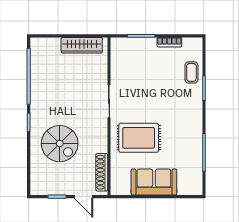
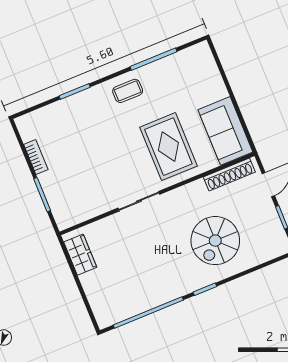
wardrobe: (82, 45) -> (80, 255), width x0.67
coffee table: (191, 72) -> (128, 91), moved
spiral stairs: (60, 144) -> (215, 241), turned 180
sofa: (154, 182) -> (225, 131), moved

